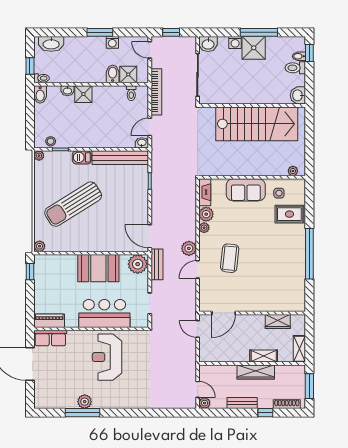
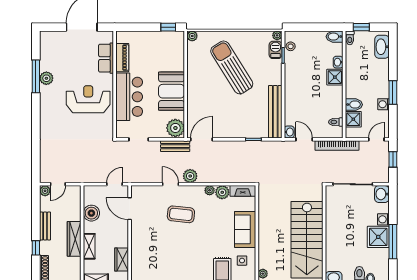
barbecue: (82, 157) -> (275, 50), moved
piano: (49, 321) -> (122, 58), moved
row of seats: (50, 338) -> (106, 58), moved
boiler: (228, 354) -> (91, 213), added

